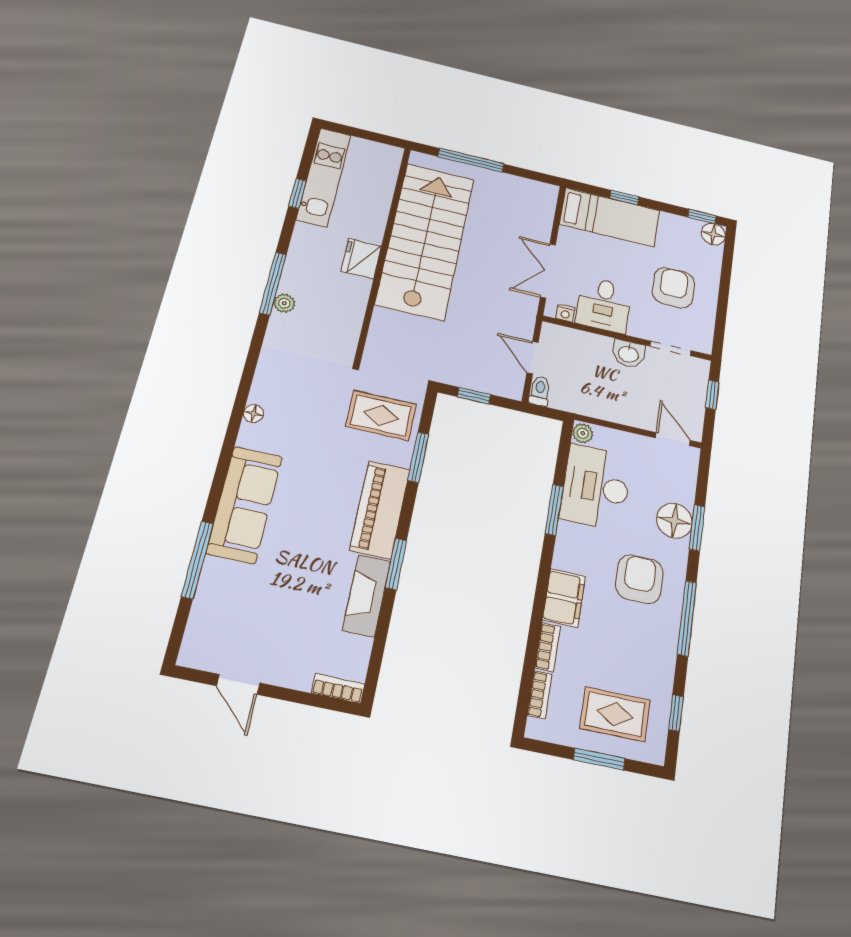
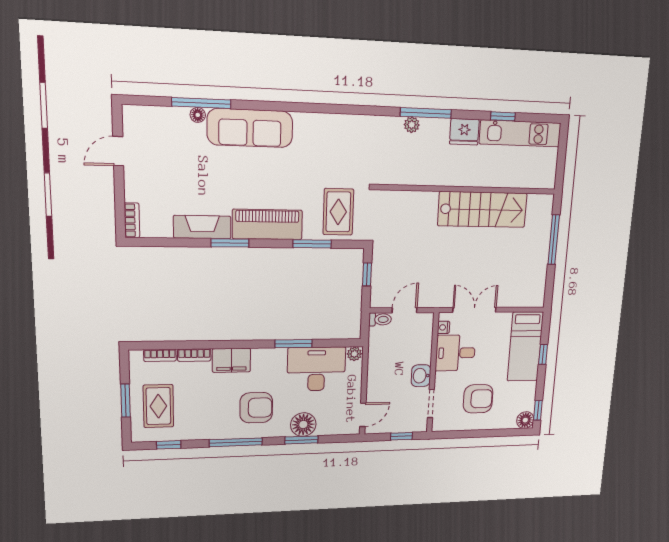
stairs: (425, 241) -> (482, 209), width x0.73, depth x0.66
fridge: (361, 259) -> (464, 132), moved, turned 180
floor lamp: (253, 414) -> (198, 115), moved

